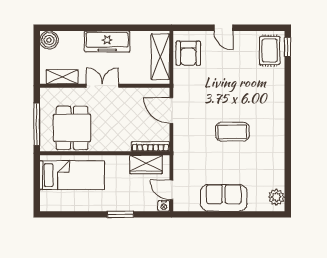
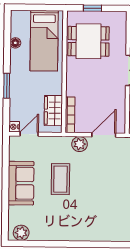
window: (37, 124) -> (92, 8), width x0.46
coffee table: (232, 132) -> (60, 179), moved
plant: (181, 136) -> (80, 144), added
floor lamp: (75, 206) -> (15, 43), added

